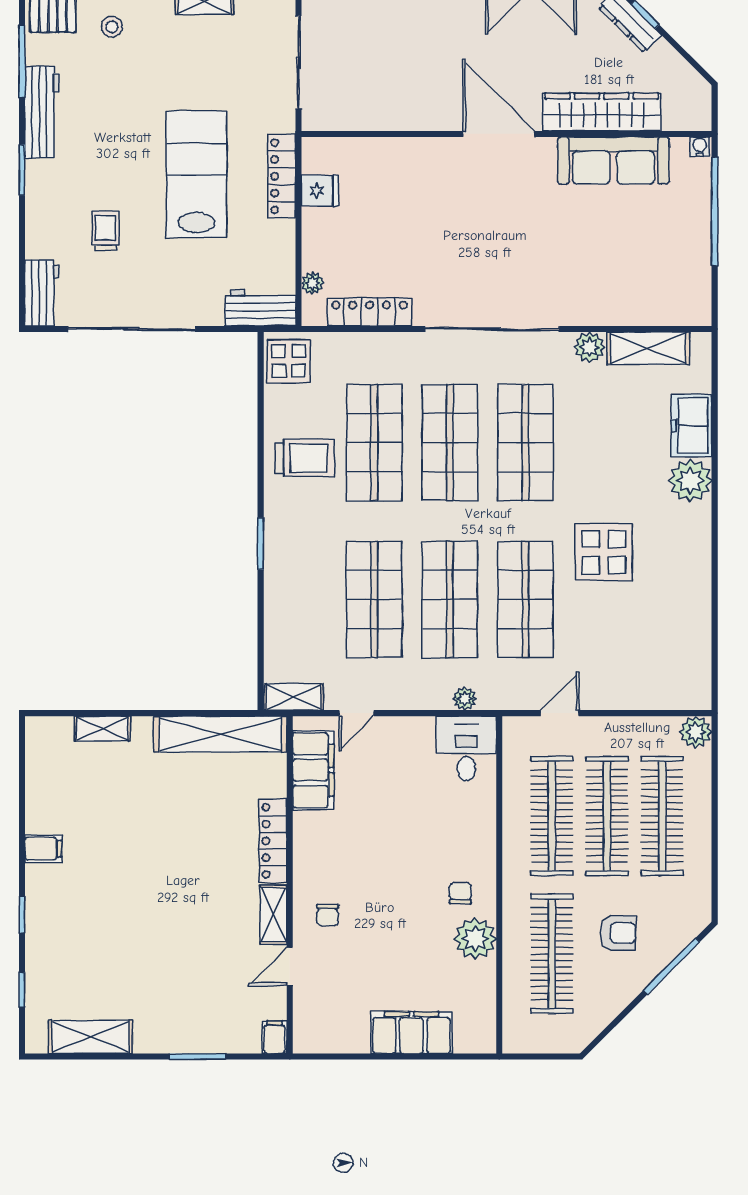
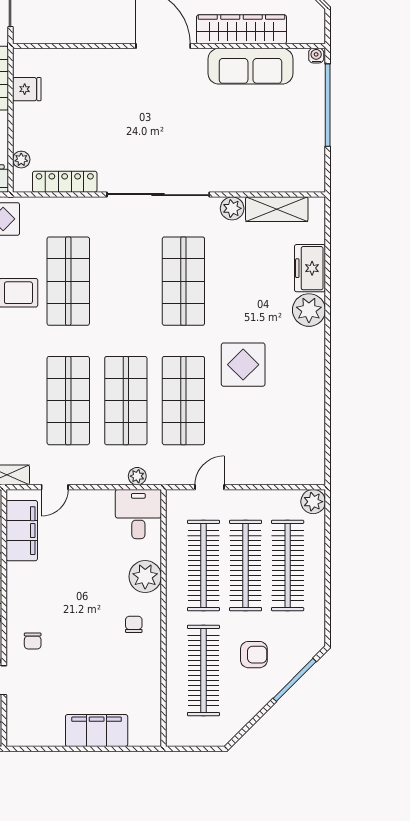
shop shelf: (450, 443) -> (126, 281), removed
plant: (475, 939) -> (145, 577), moved

